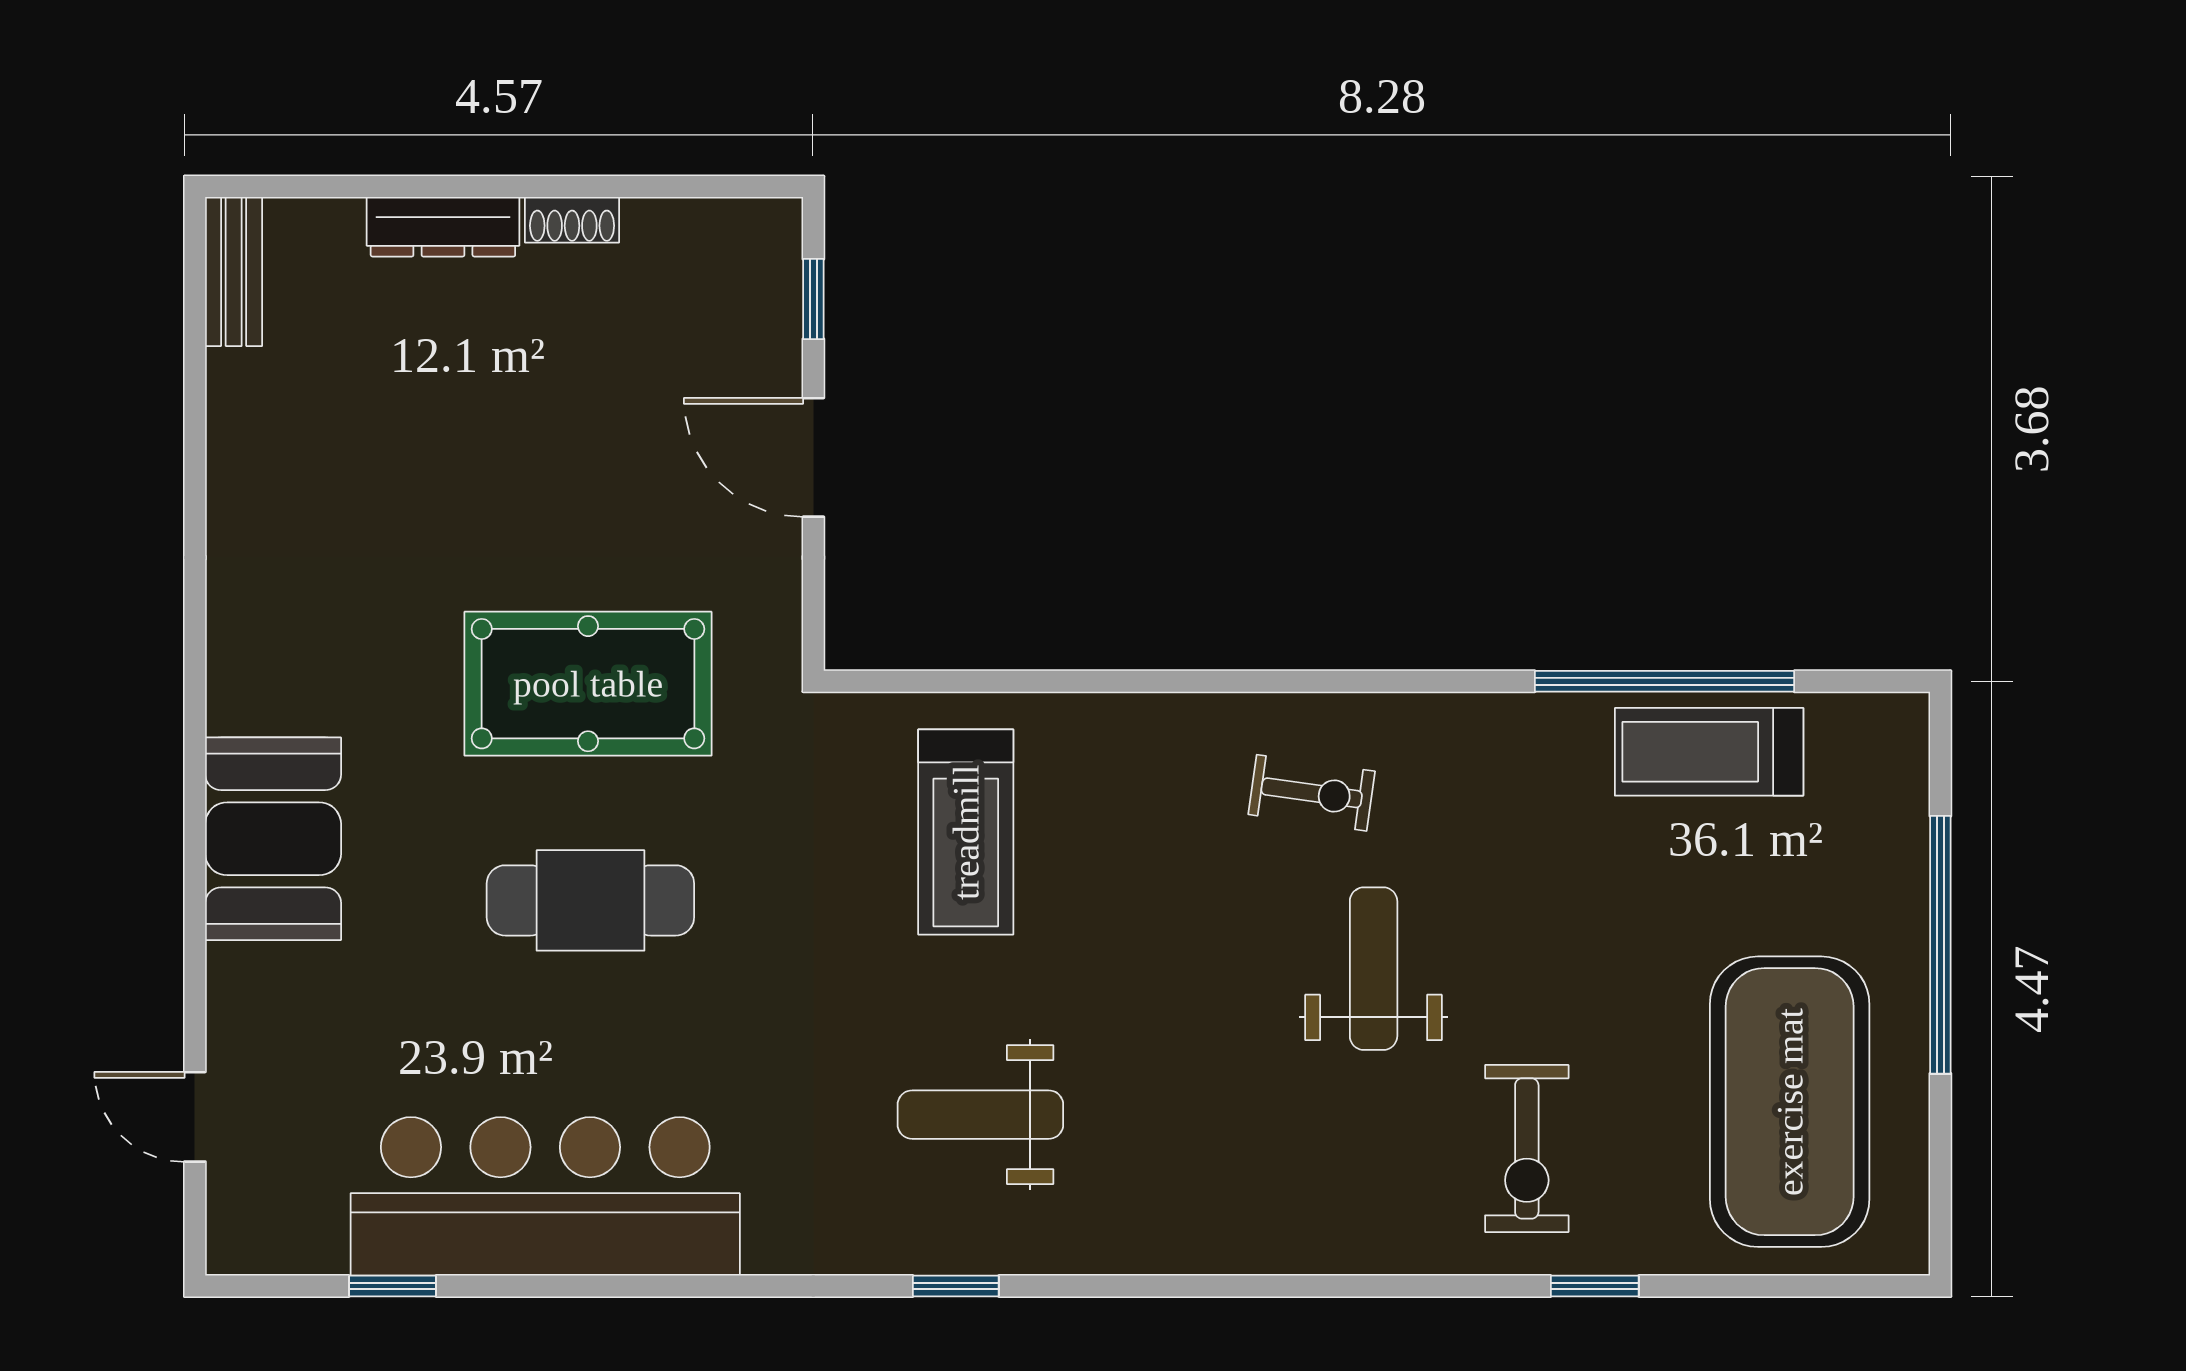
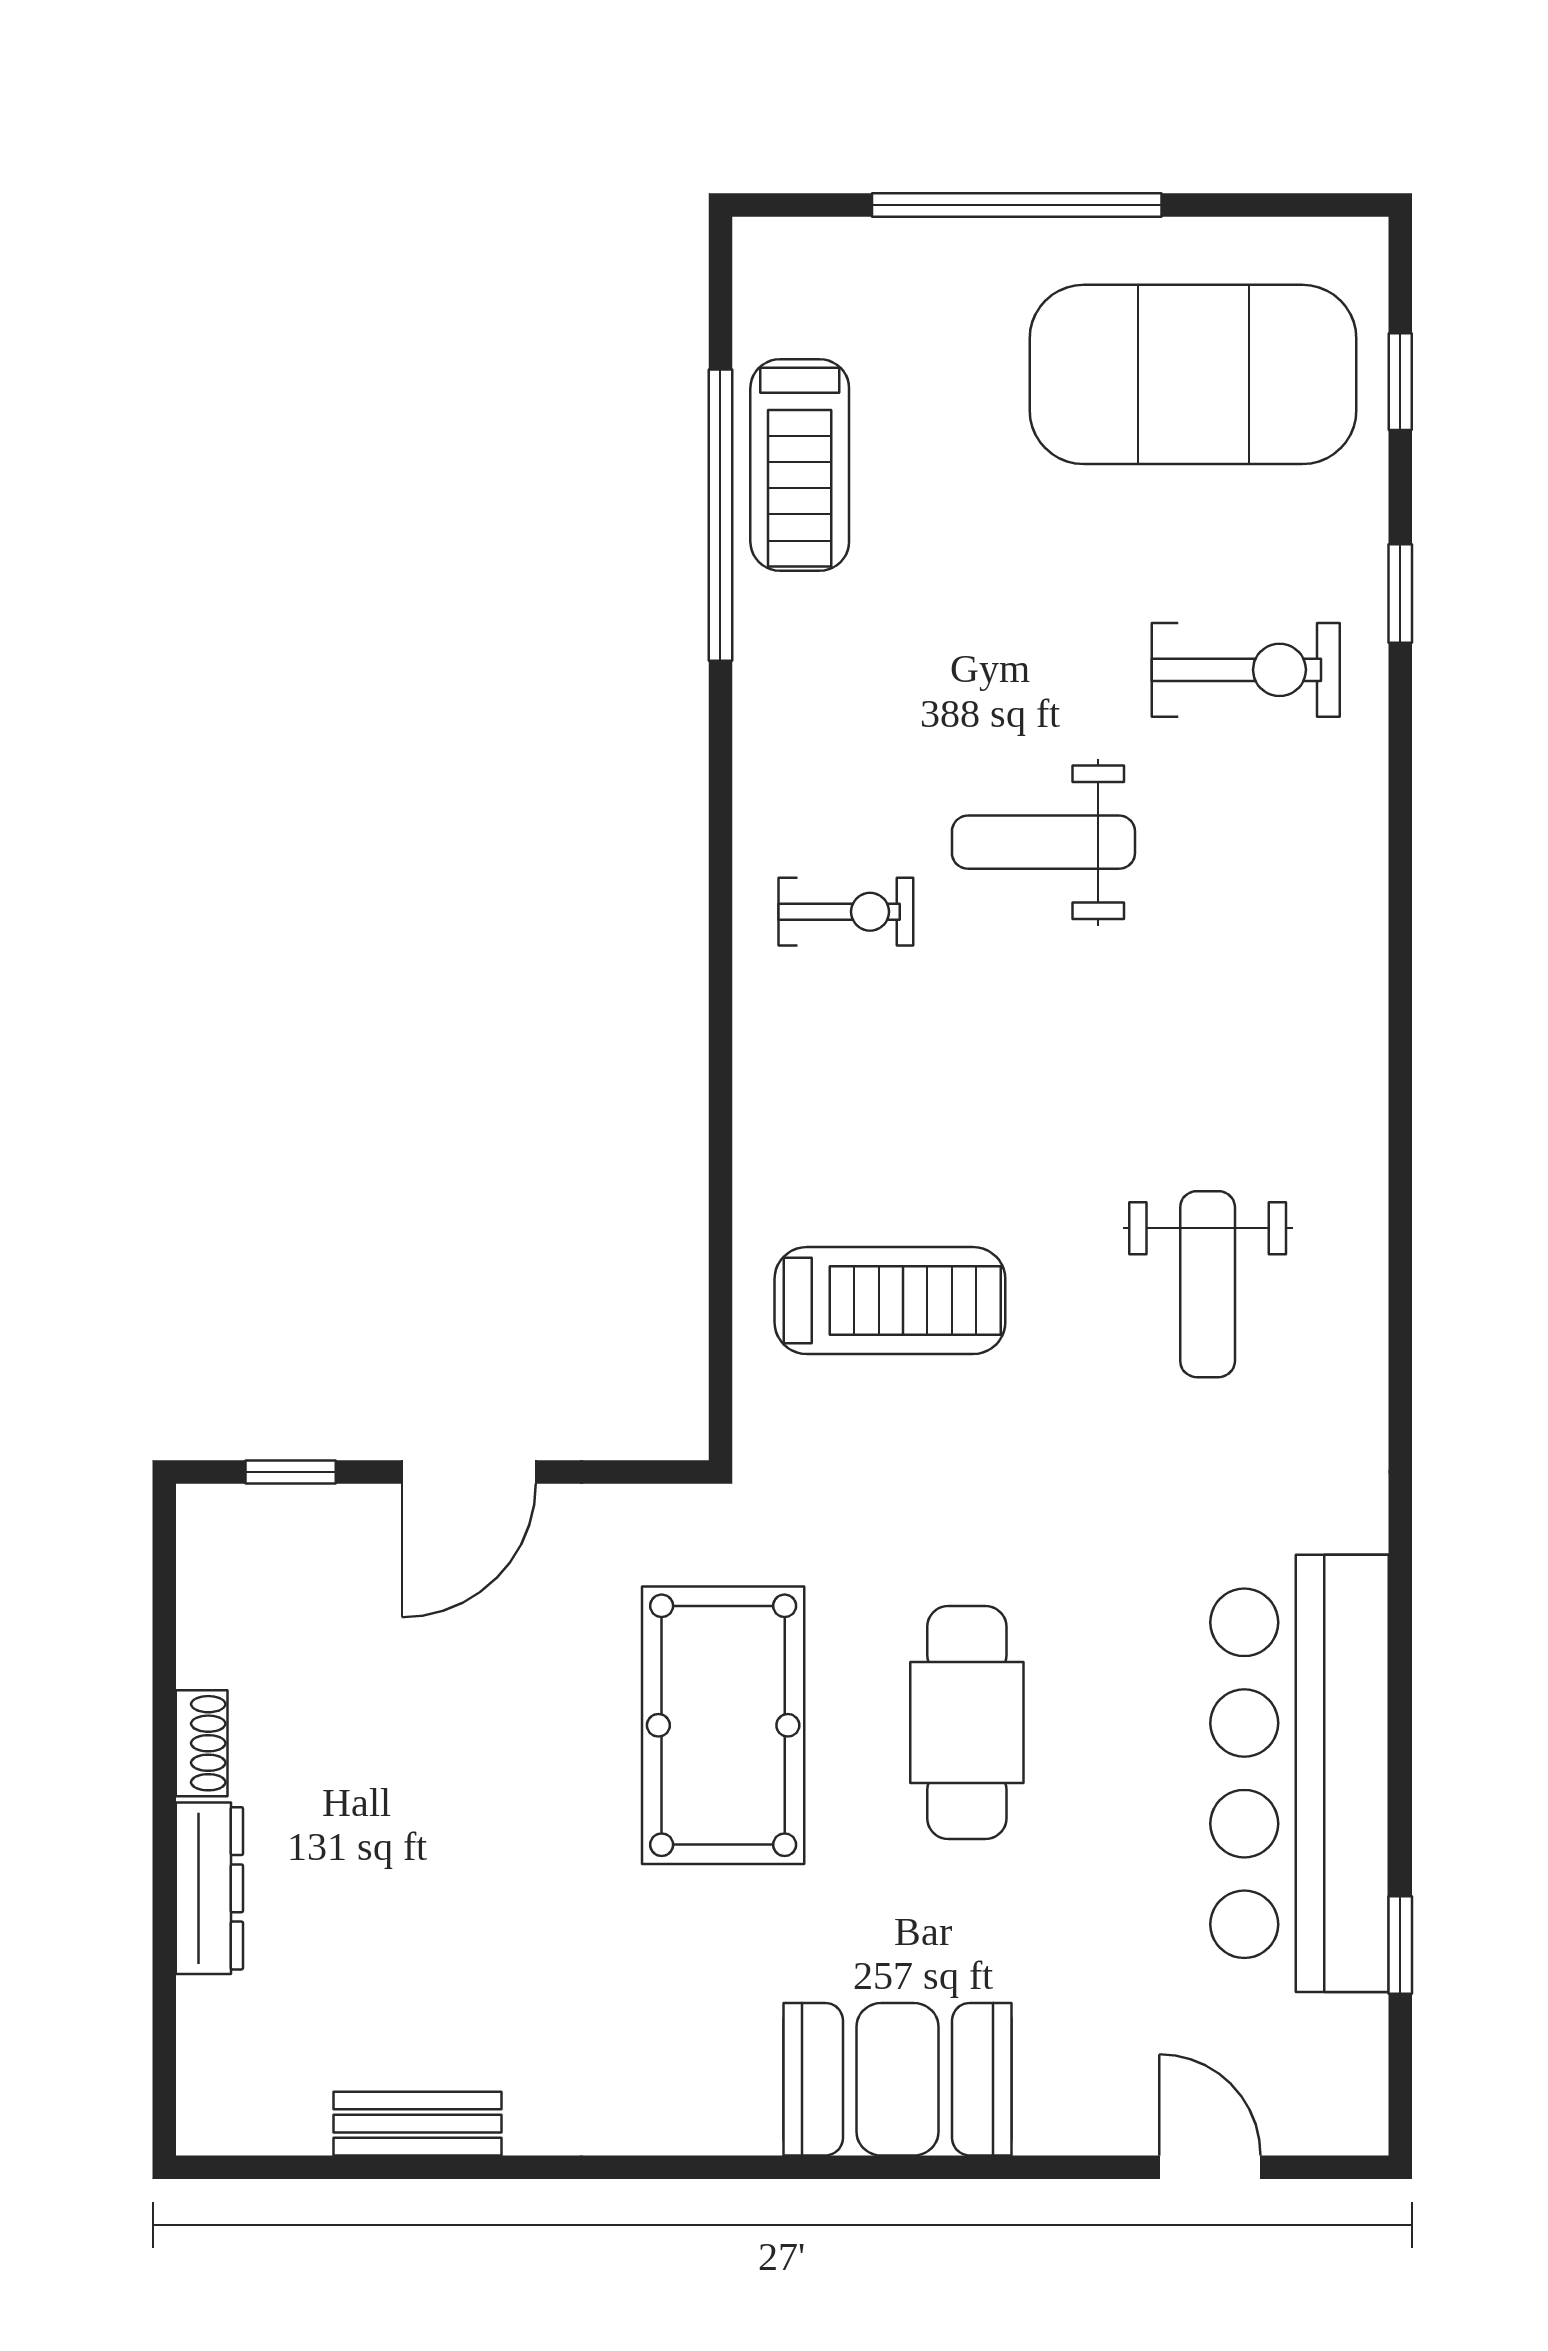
bench: (234, 271) -> (418, 2124), moved
exercise bike: (1312, 793) -> (846, 912), turned 82
door: (195, 1117) -> (1210, 2167), swing flipped
window: (956, 1286) -> (1400, 382), moved

